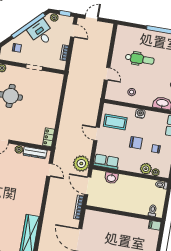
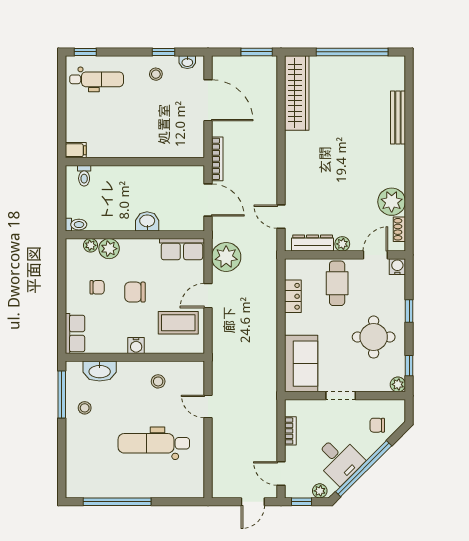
dental chair: (140, 59) -> (154, 443), width x1.36, depth x1.38
sofa: (52, 88) -> (301, 364), added
cafe table: (25, 129) -> (337, 283), added
door: (97, 134) -> (208, 296), swing flipped
locker: (49, 137) -> (293, 296), moved
plant: (81, 163) -> (226, 257), moved
washbasin: (111, 178) -> (147, 221), moved

